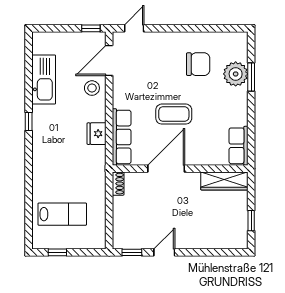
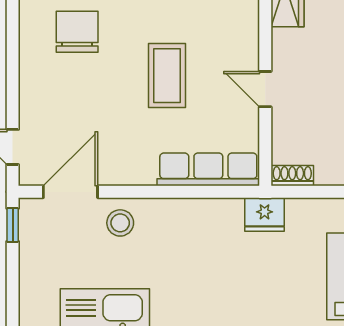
door: (109, 60) -> (70, 192), swing flipped
fridge: (97, 134) -> (265, 215), moved
door: (166, 169) -> (265, 89), width x0.53

